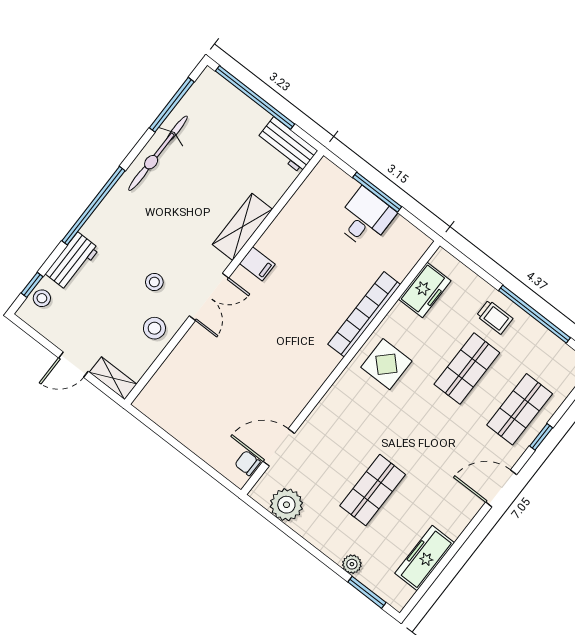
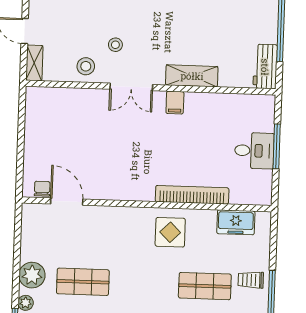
trolley: (495, 317) -> (251, 280), turned 90
plant: (286, 505) -> (32, 275), moved

